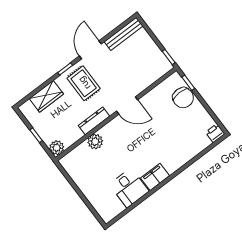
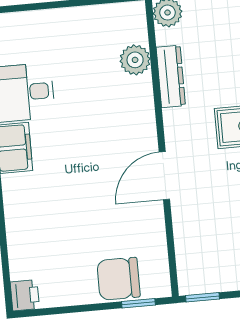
dresser: (94, 121) -> (171, 76), moved
plant: (95, 142) -> (135, 60), moved

